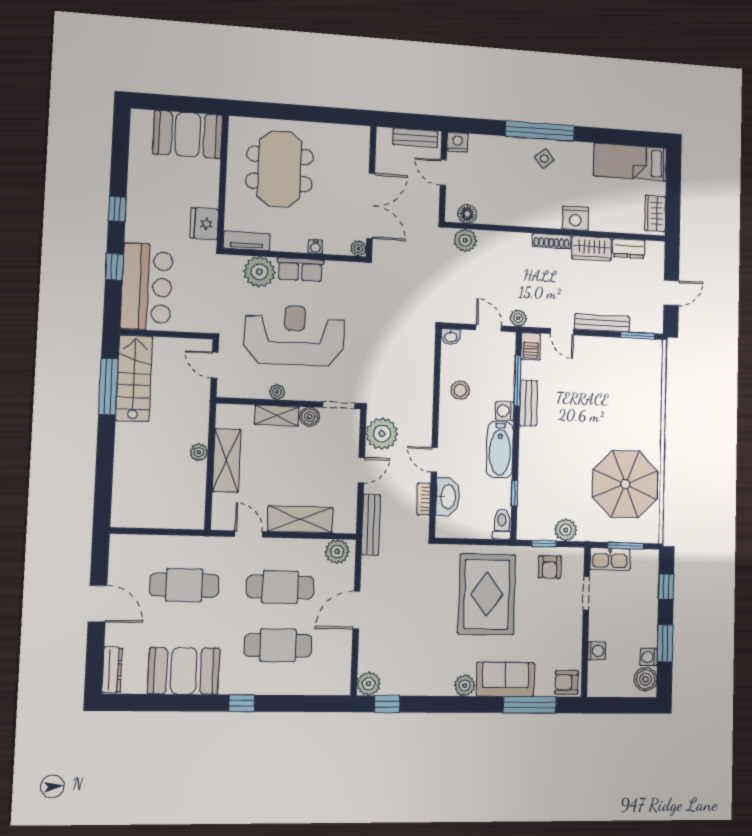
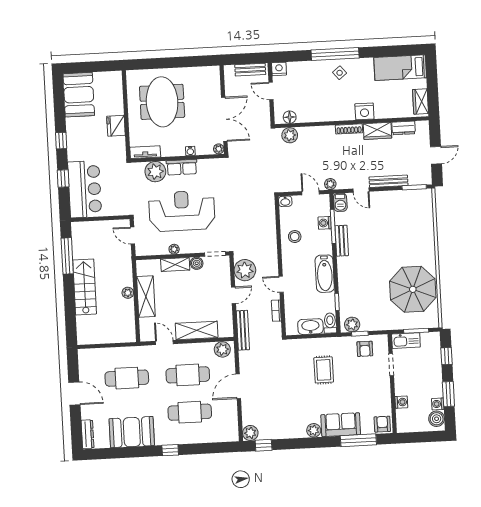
booth: (188, 134) -> (79, 95), moved, turned 90
fridge: (204, 224) -> (116, 126), moved
stairs: (134, 378) -> (85, 287), moved
washing machine: (505, 411) -> (325, 223), moved
washbasin: (448, 497) -> (310, 327), moved, turned -90
plant: (566, 530) -> (352, 325), moved
rug: (487, 594) -> (324, 370), width x0.54, depth x0.49
armchair: (567, 682) -> (382, 424), turned 90

